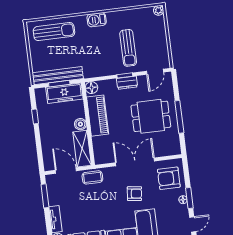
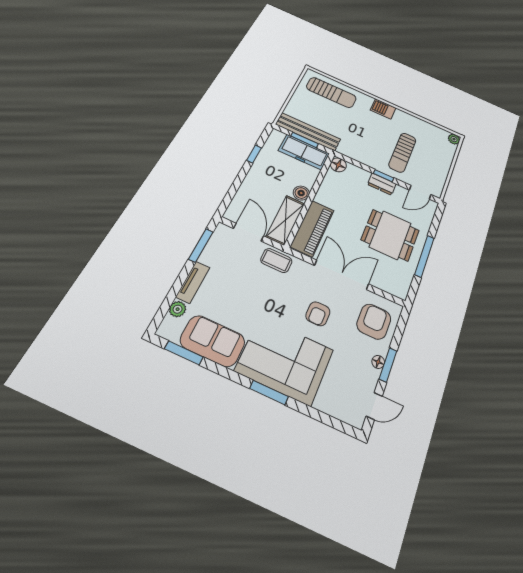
piano: (98, 116) -> (312, 228), moved
armchair: (169, 178) -> (374, 322), turned 90
armchair: (134, 194) -> (318, 314), turned 83

